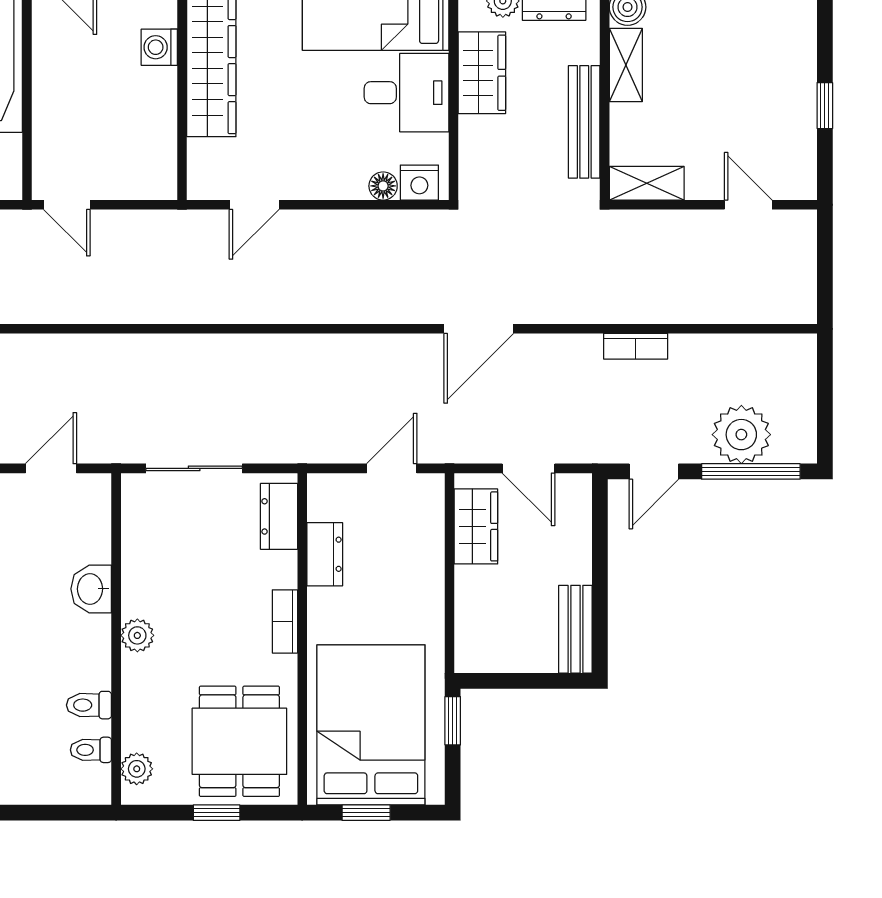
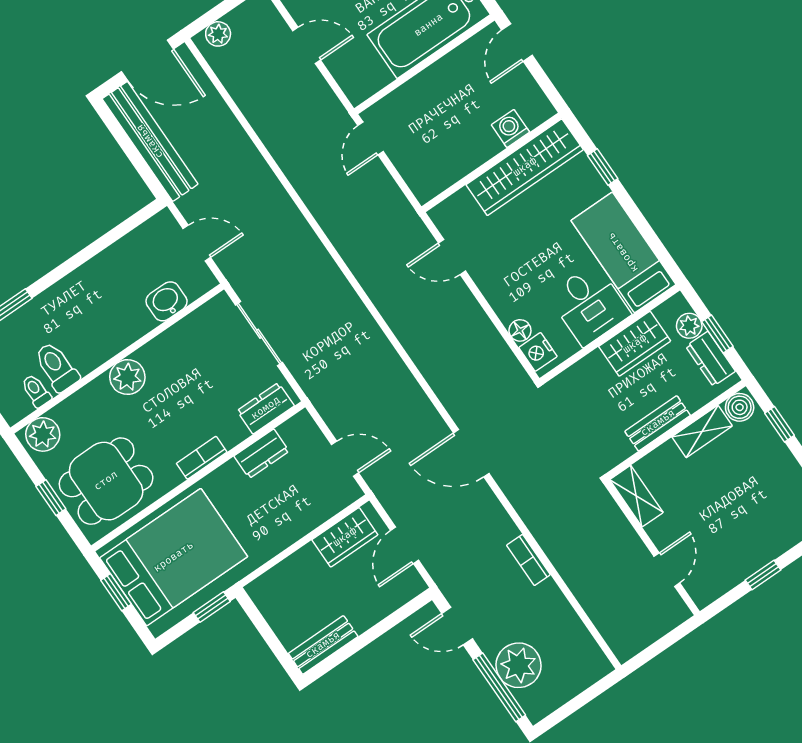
bench: (584, 122) -> (658, 423), width x0.73
washbasin: (91, 589) -> (167, 301), moved
plant: (137, 635) -> (127, 377), width x1.38, depth x1.38
toilet: (89, 705) -> (57, 367), width x1.37, depth x1.39
plant: (137, 769) -> (43, 434), width x1.38, depth x1.38

